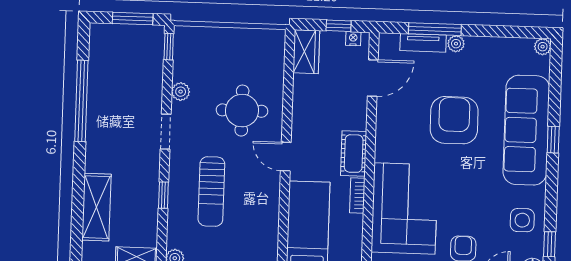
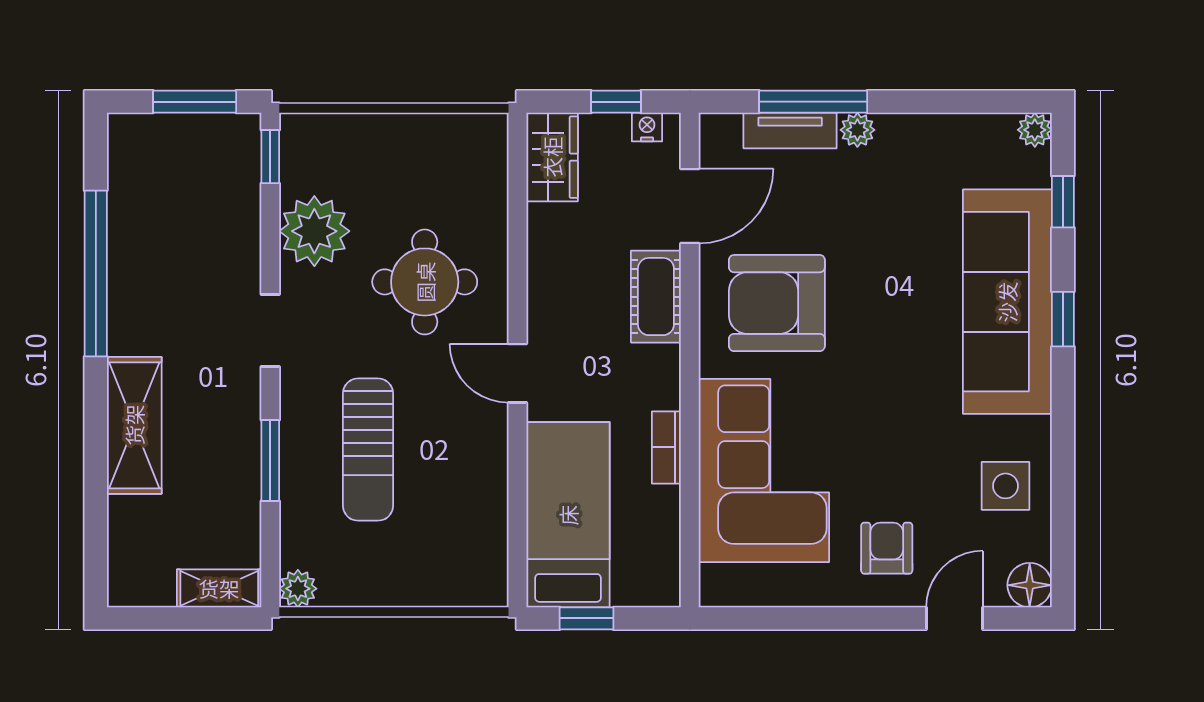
plant: (181, 92) -> (314, 231), width x1.88, depth x1.88
armchair: (454, 120) -> (777, 303), moved, turned -90
cot: (354, 154) -> (656, 297), moved
window: (163, 195) -> (270, 460), width x1.50
shelving: (97, 207) -> (134, 425), moved
window: (549, 244) -> (1063, 202), moved

